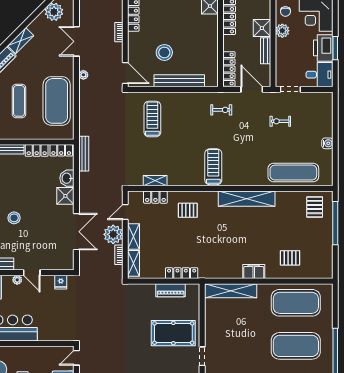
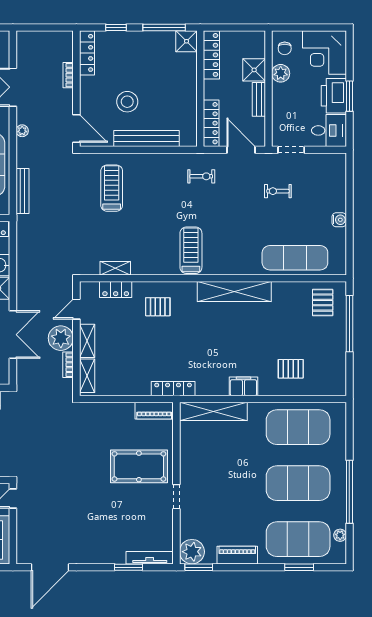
bench: (84, 154) -> (22, 191), moved
locker: (182, 273) -> (173, 389), moved
piano: (171, 290) -> (154, 411), moved

